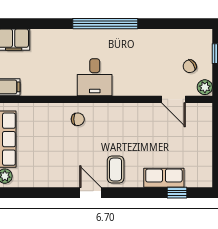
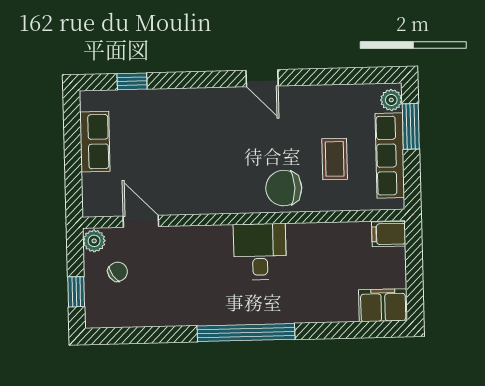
chair: (78, 119) -> (284, 188), width x1.87, depth x1.87
coffee table: (116, 169) -> (335, 159), moved
row of seats: (164, 178) -> (95, 142), moved, turned -90

